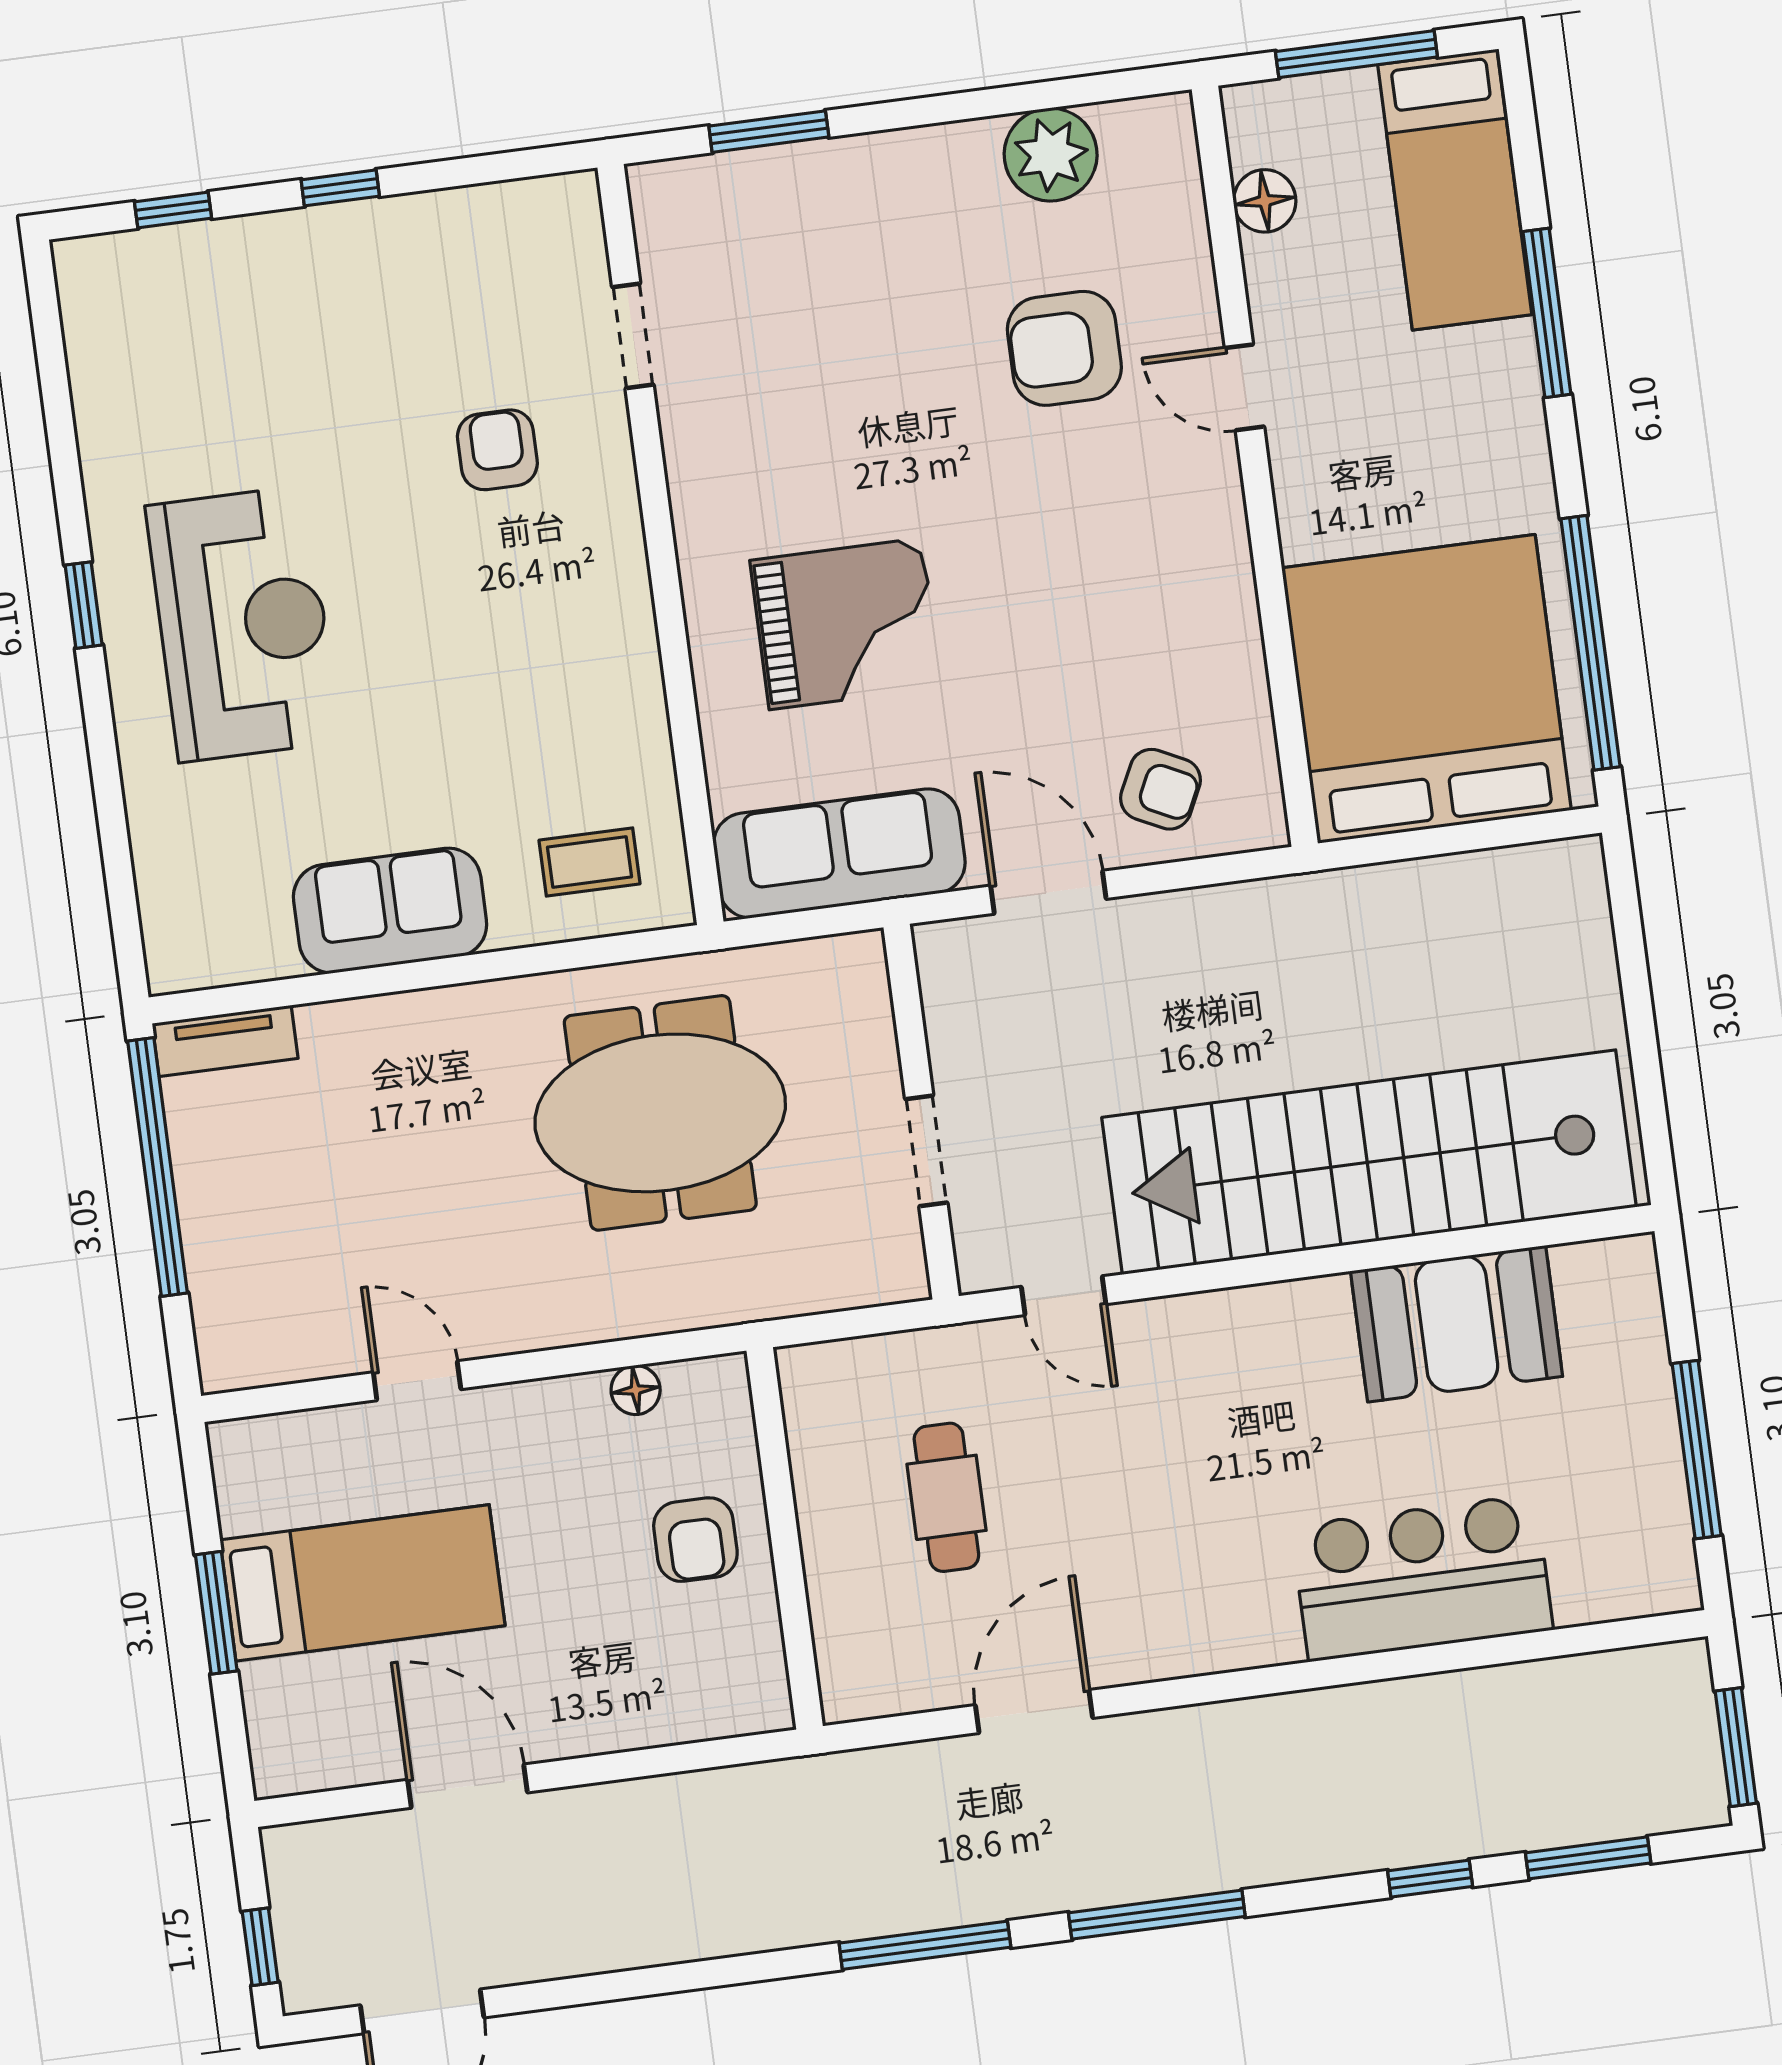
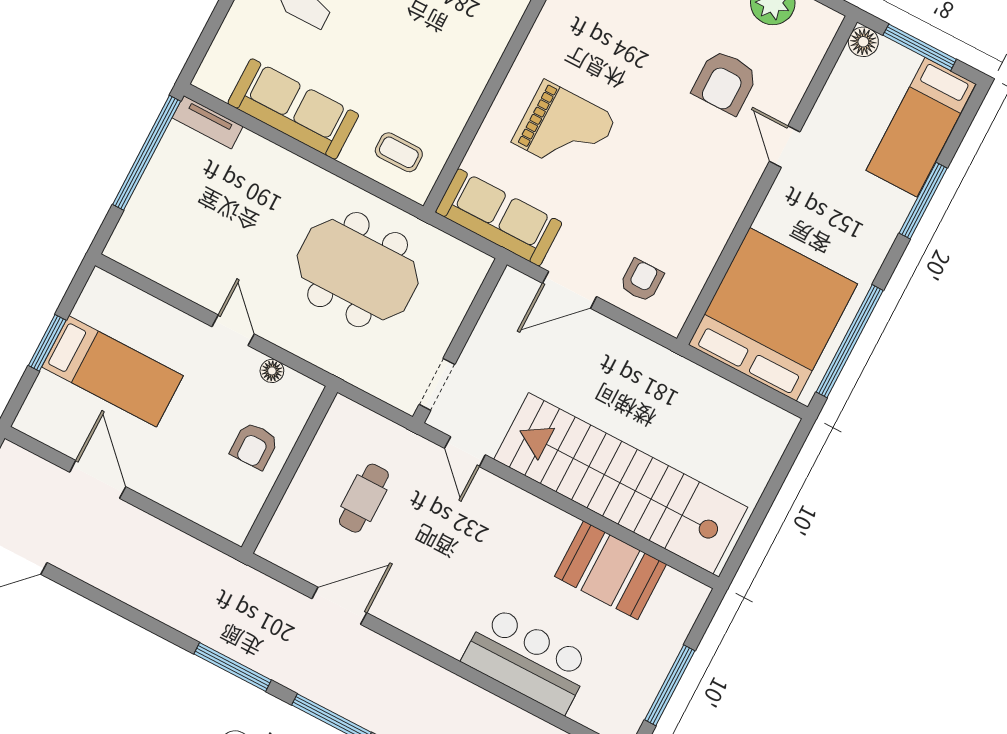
floor lamp: (1265, 201) -> (863, 42), moved
armchair: (1064, 348) -> (725, 82), turned -90
armchair: (1160, 789) -> (642, 280), turned -116
door: (1048, 892) -> (570, 290), swing flipped
sofa: (390, 911) -> (293, 109), width x1.36
doorway: (926, 1151) -> (437, 384), moved
door: (417, 1381) -> (233, 330), moved

